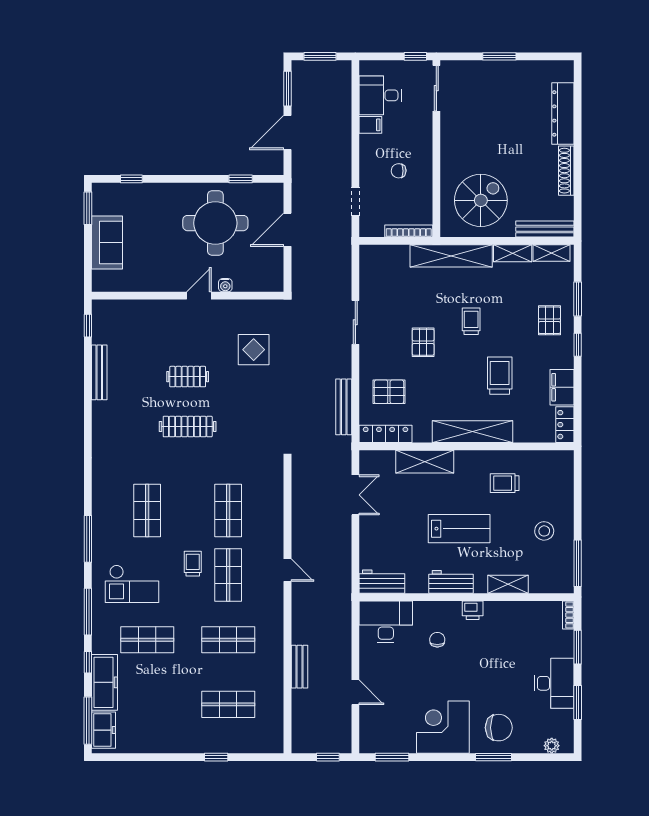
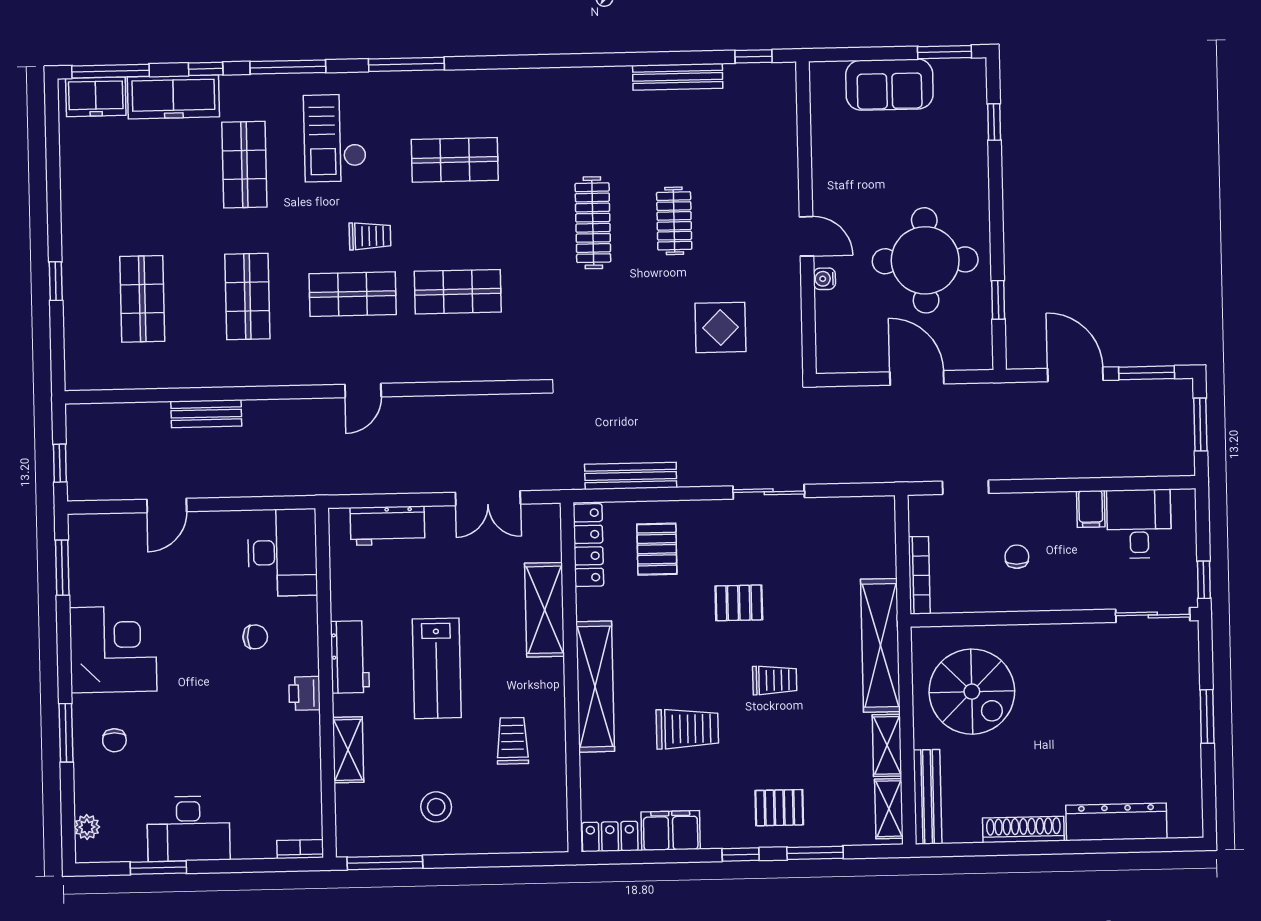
workbench: (382, 582) -> (387, 526), moved, turned 90
window: (578, 647) -> (248, 866), removed
chair: (499, 728) -> (114, 740), width x0.54, depth x0.54

